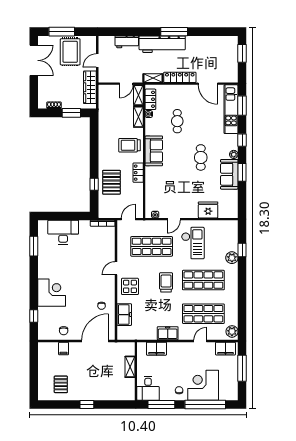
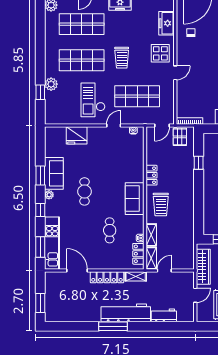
trolley: (129, 145) -> (161, 205), turned 90
pallet: (111, 182) -> (180, 137), moved, width x0.67, depth x0.71

